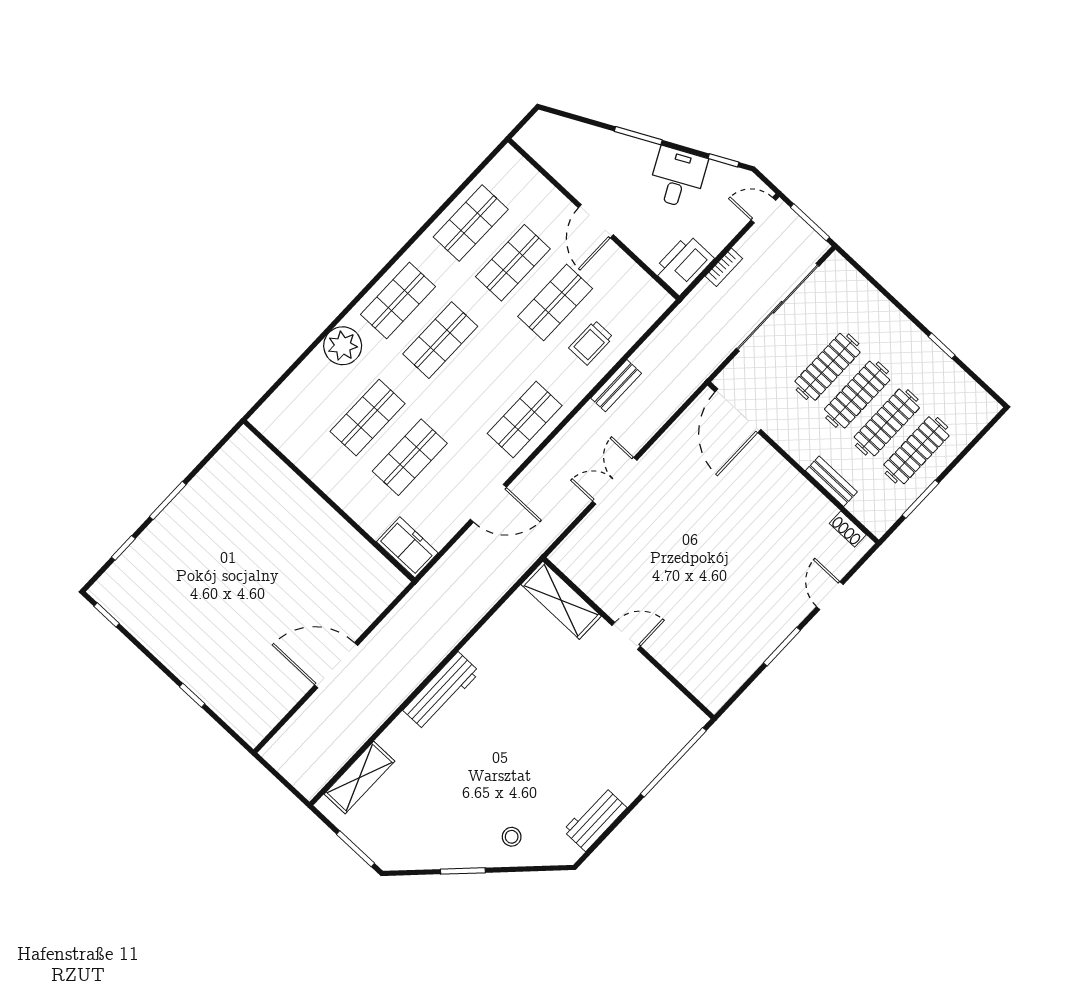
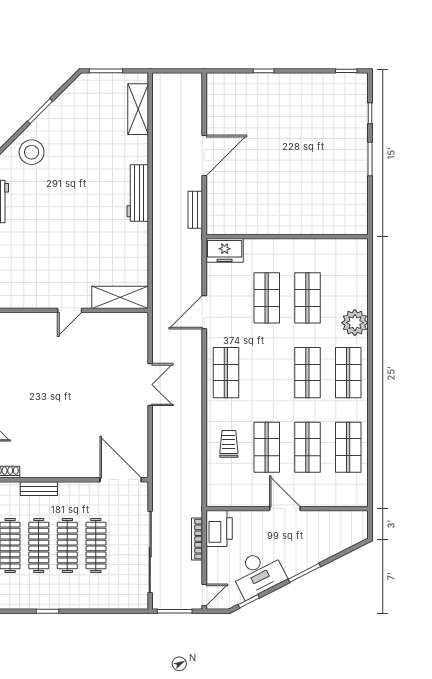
desk: (678, 178) -> (258, 573), width x1.37
bookcase: (724, 267) -> (197, 539), width x1.56
bench: (616, 386) -> (195, 210), moved
stool: (512, 837) -> (32, 152), width x1.89, depth x1.89

